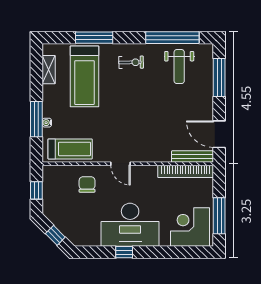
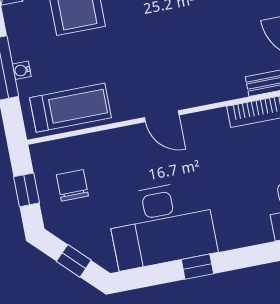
chair: (87, 184) -> (72, 185), moved
desk: (130, 225) -> (162, 225), moved

